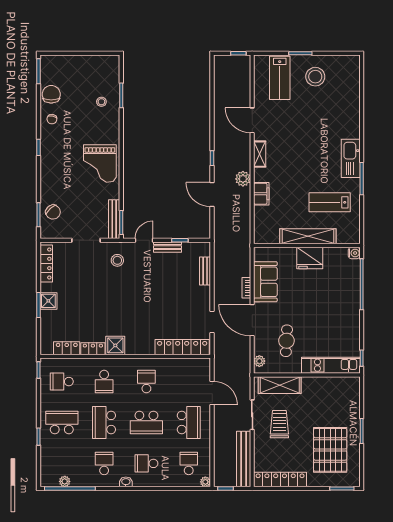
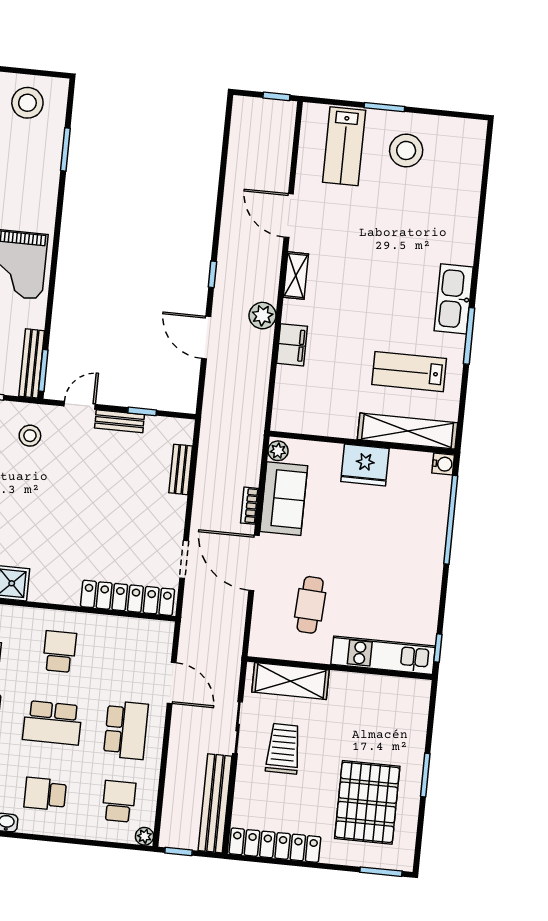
stool: (101, 102) -> (27, 103), moved, width x1.89, depth x1.89
shelving: (308, 236) -> (408, 431), moved
plant: (259, 361) -> (278, 451), moved

